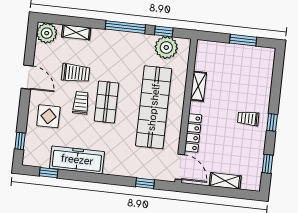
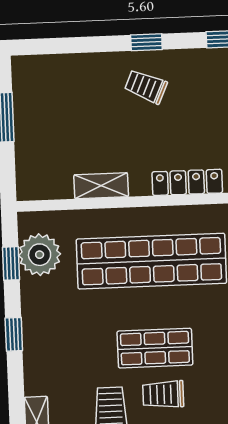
window: (125, 27) -> (14, 334), width x0.46
trolley: (248, 118) -> (146, 87), turned 114

